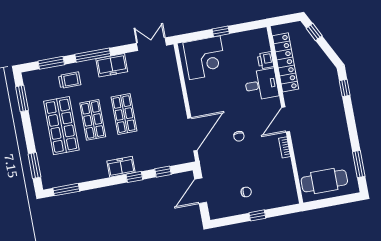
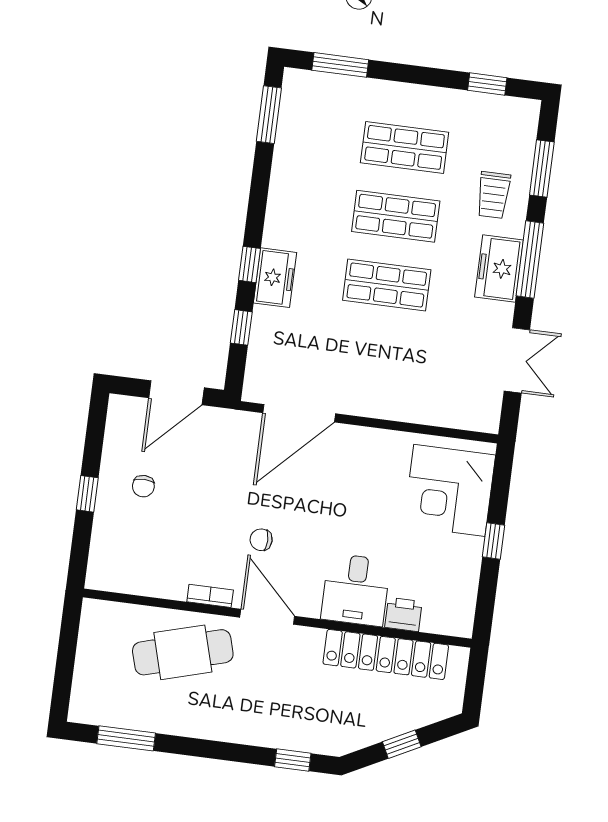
window: (314, 32) -> (402, 744), moved
double door: (152, 44) -> (517, 360), moved
freezer: (112, 65) -> (499, 269), moved
window: (22, 99) -> (487, 84), width x0.67
shop shelf: (61, 126) -> (405, 147), width x0.70, depth x0.74
door: (192, 134) -> (299, 413), hinge flipped
chair: (239, 136) -> (261, 540), moved
freezer: (121, 167) -> (275, 278), moved
cafe table: (324, 181) -> (183, 652), moved, turned 74
door: (201, 191) -> (176, 393), swing flipped

